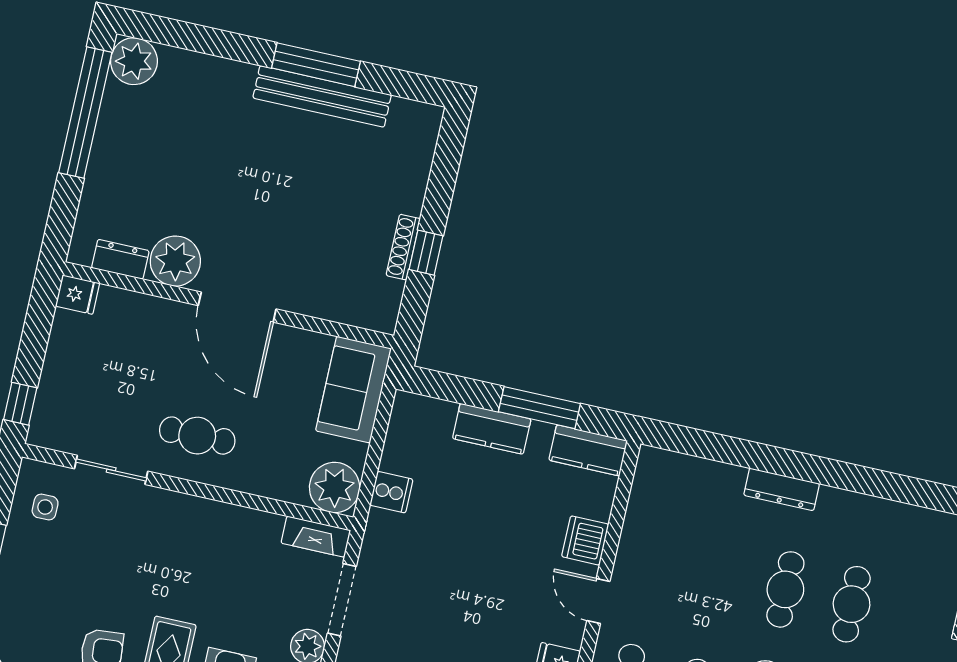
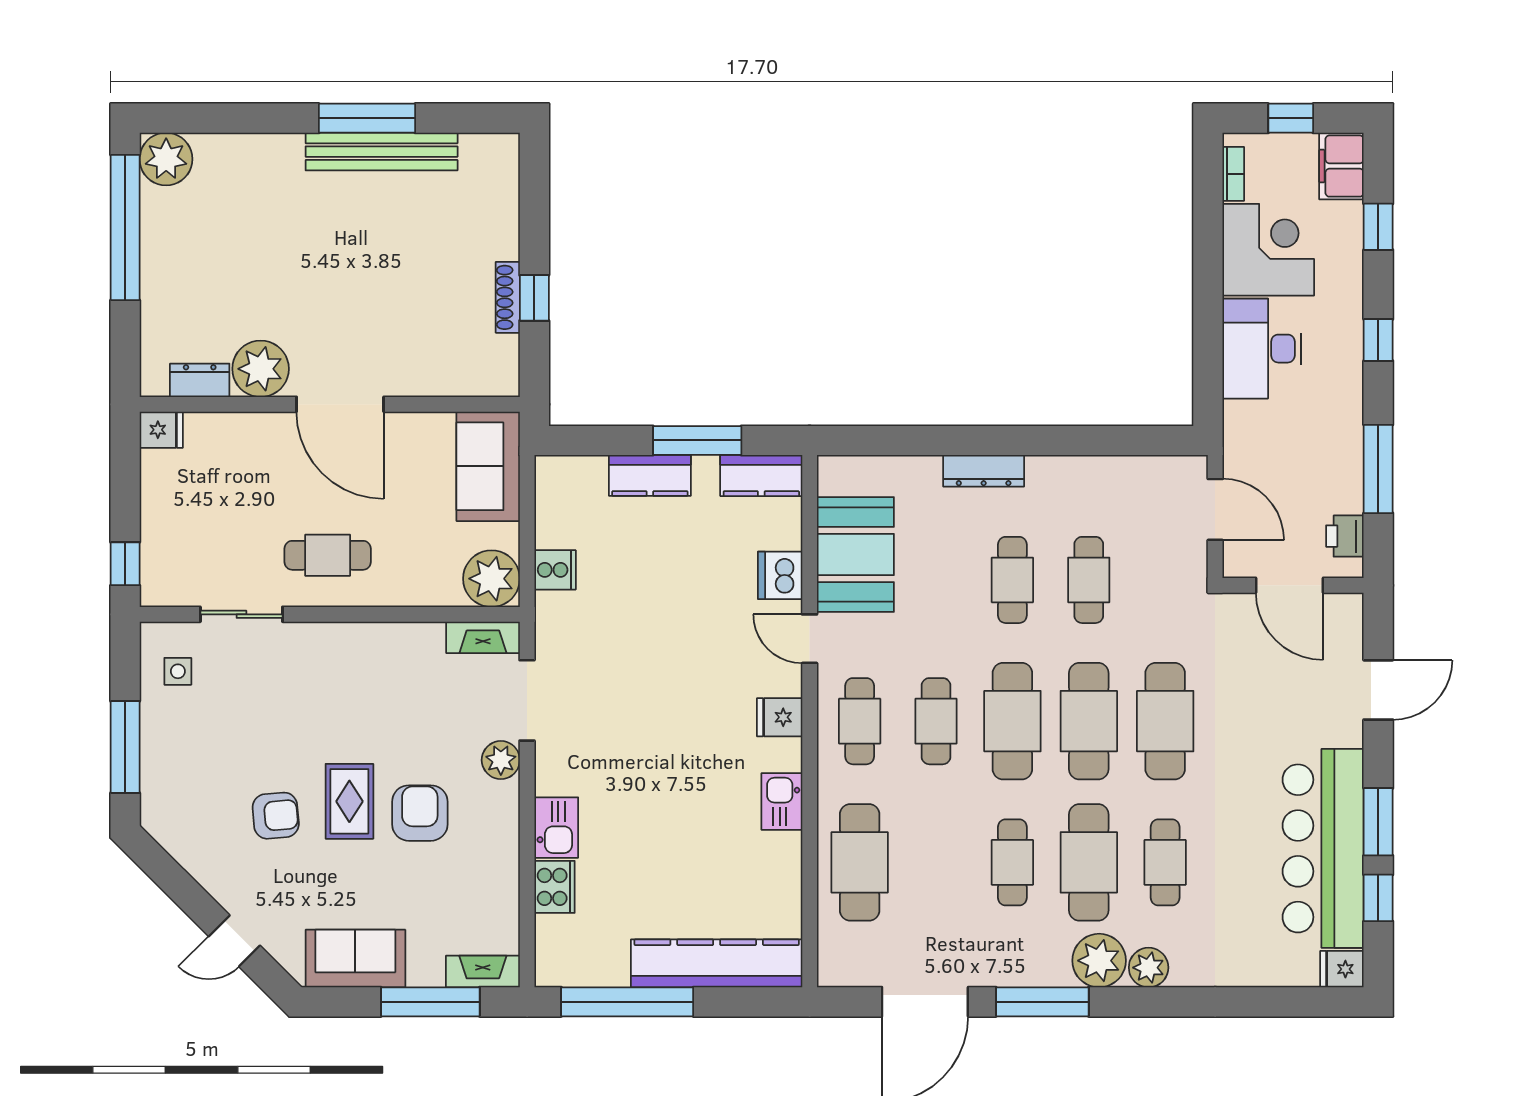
booth: (654, 537) -> (855, 555), added

